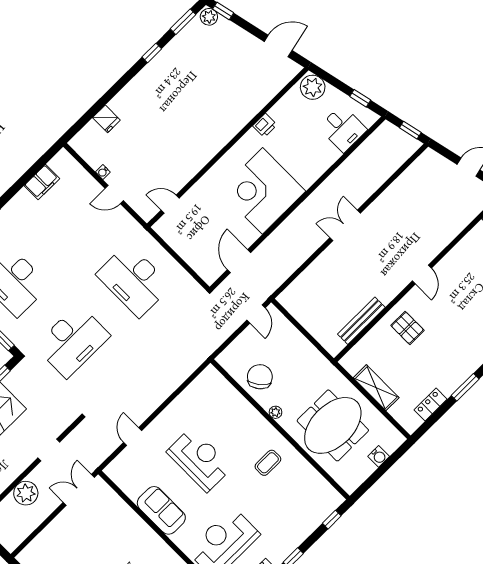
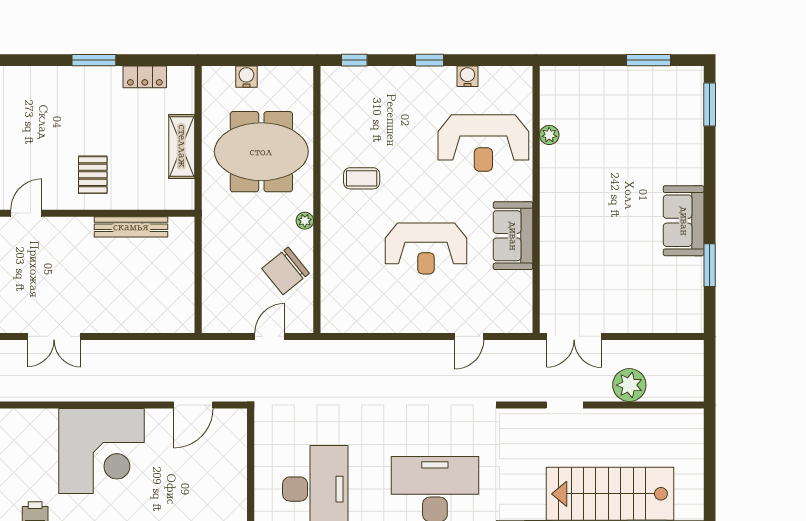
door: (256, 314) -> (270, 336), moved
reception desk: (199, 460) -> (426, 248), turned -90

